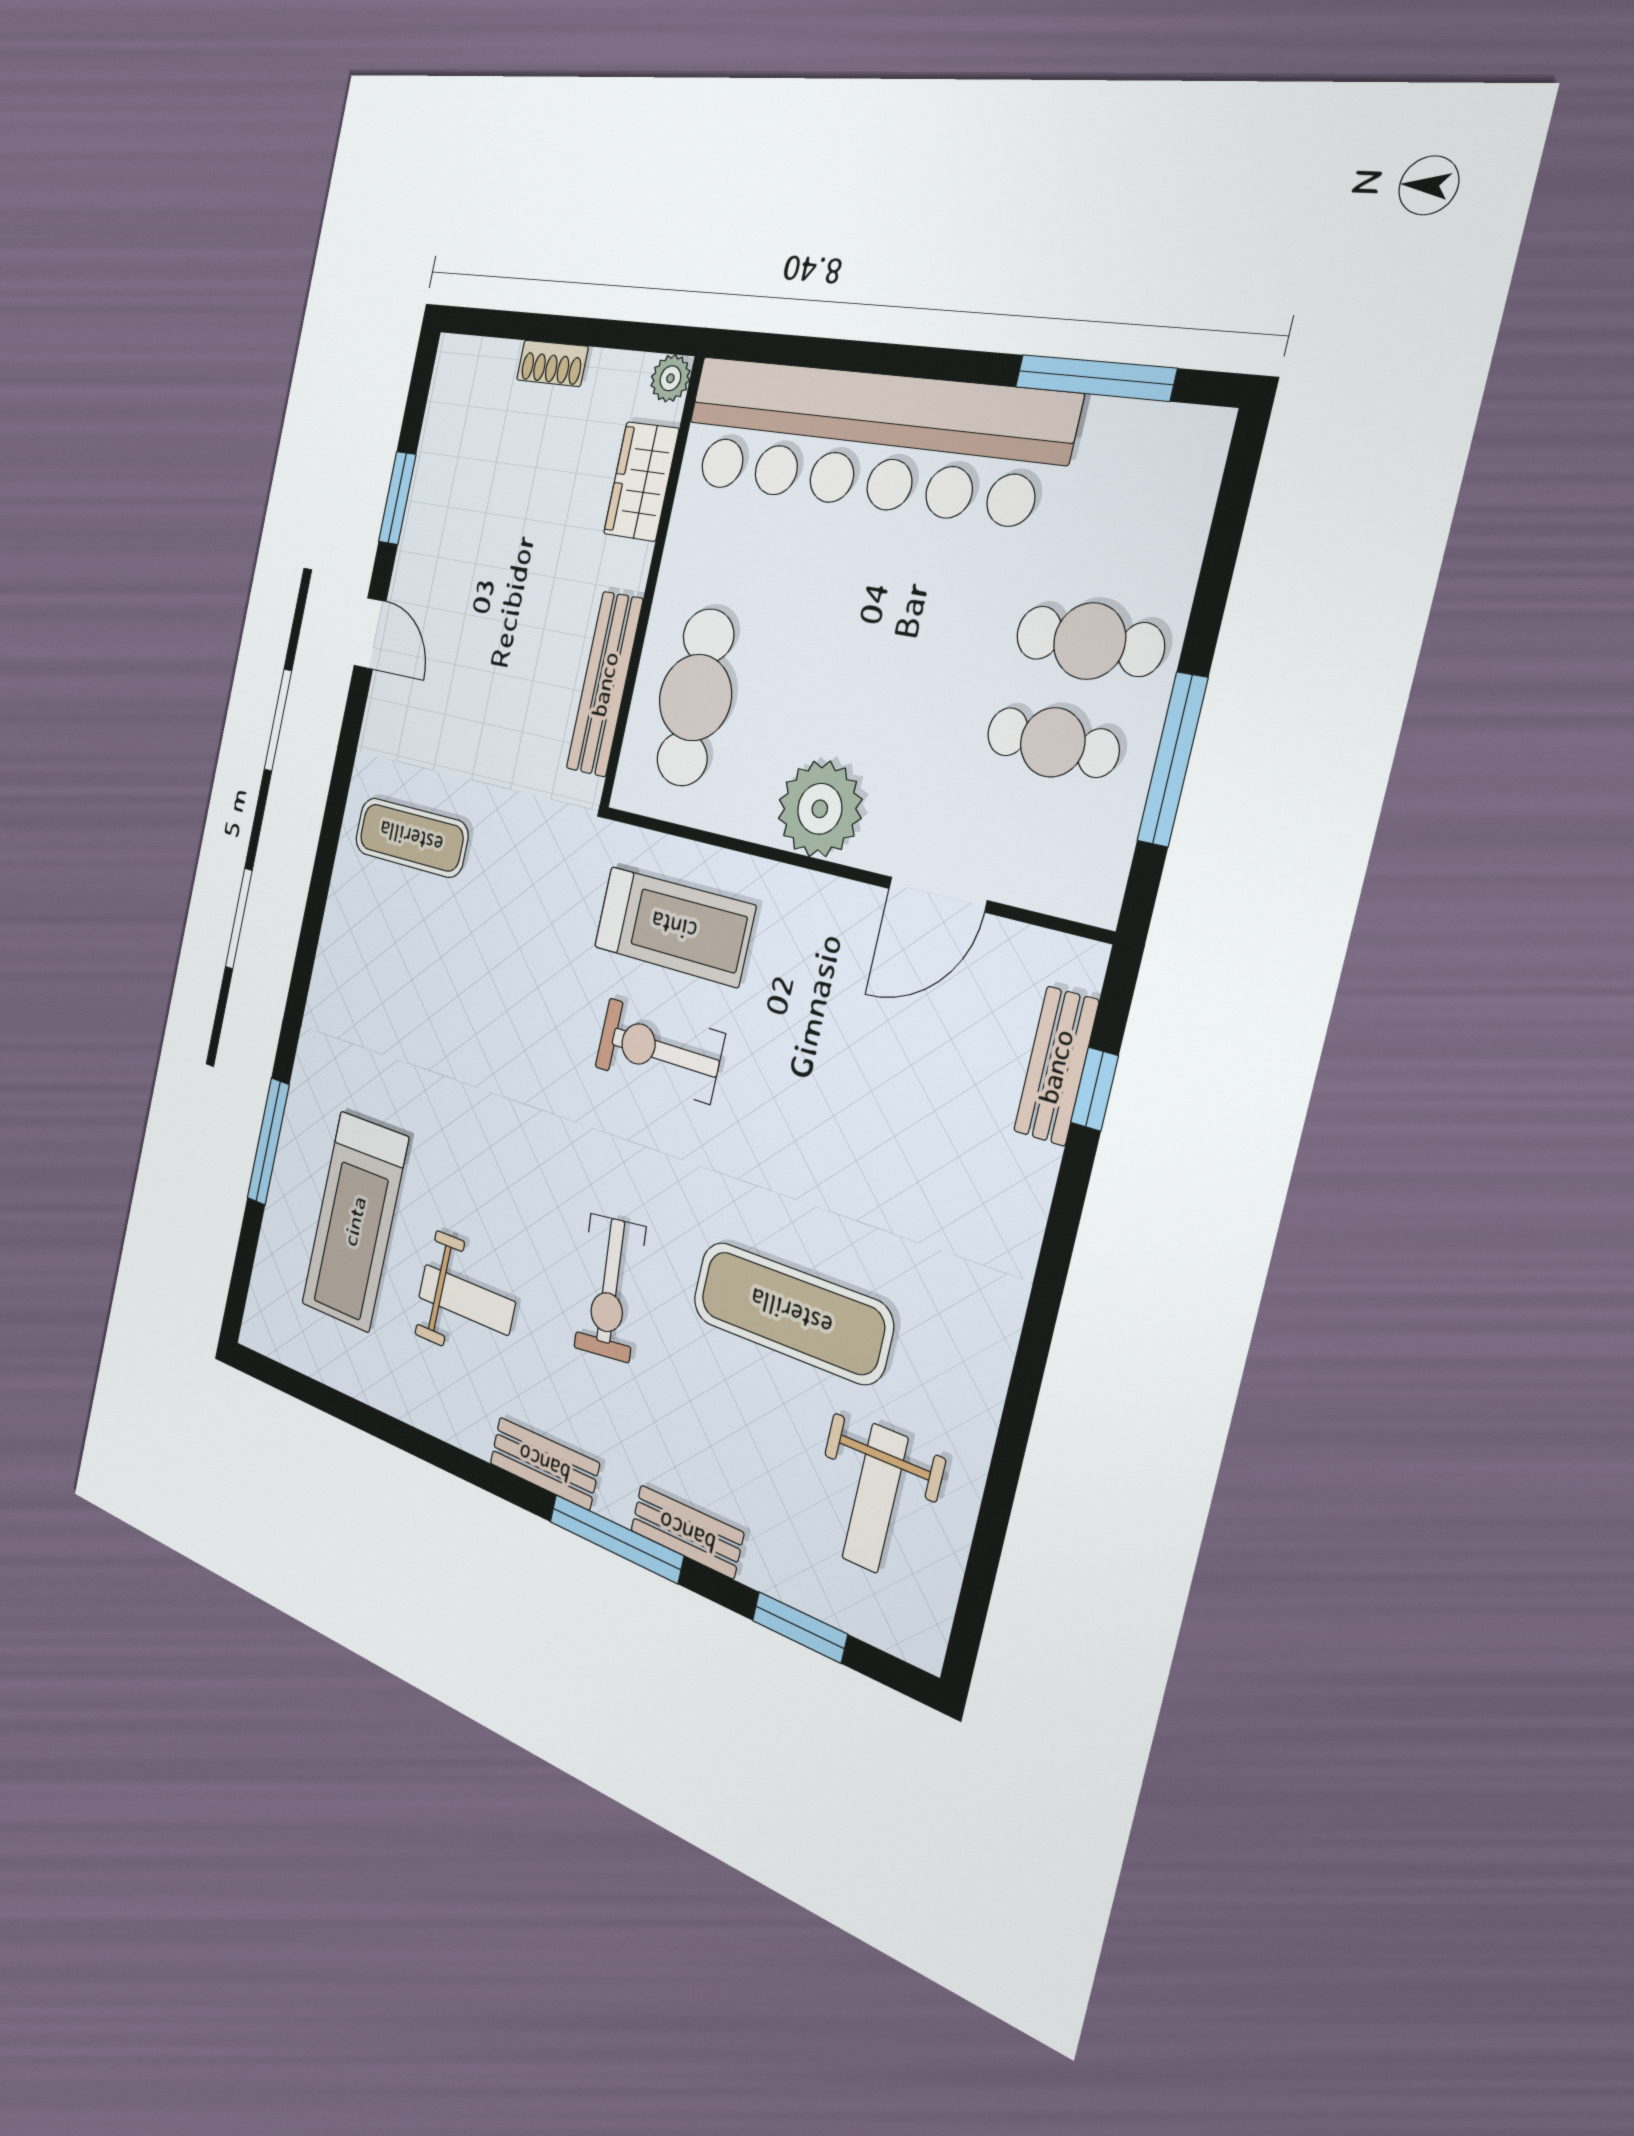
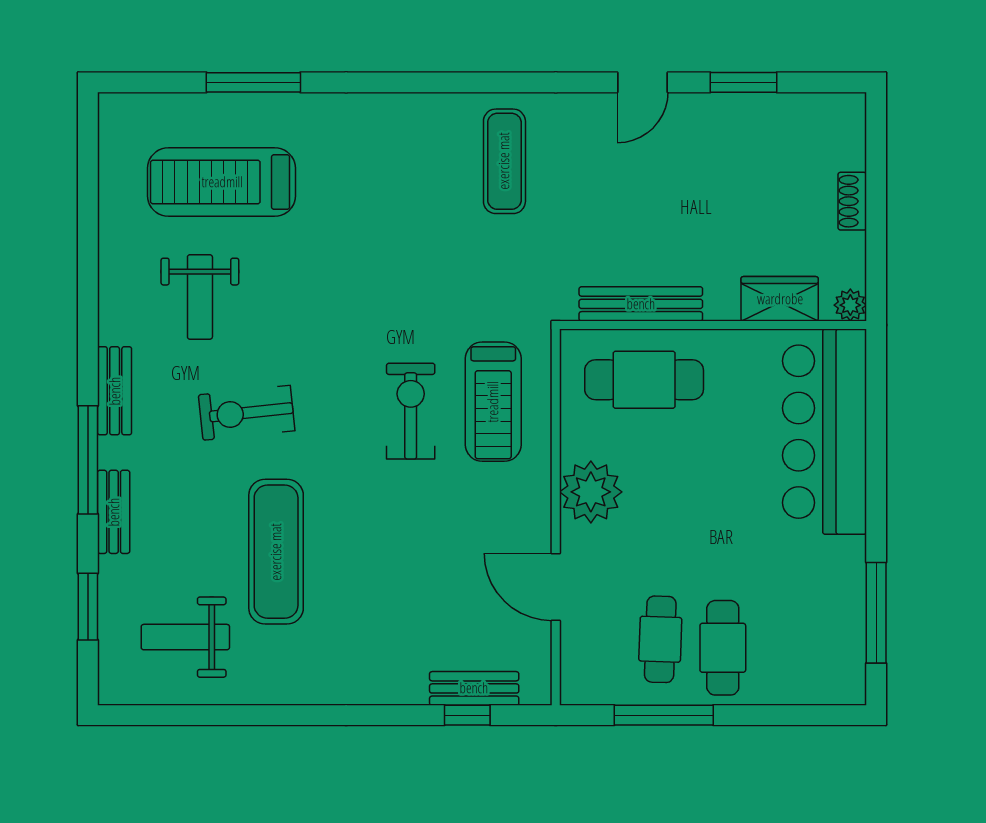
bar counter: (869, 440) -> (824, 432), width x0.73

